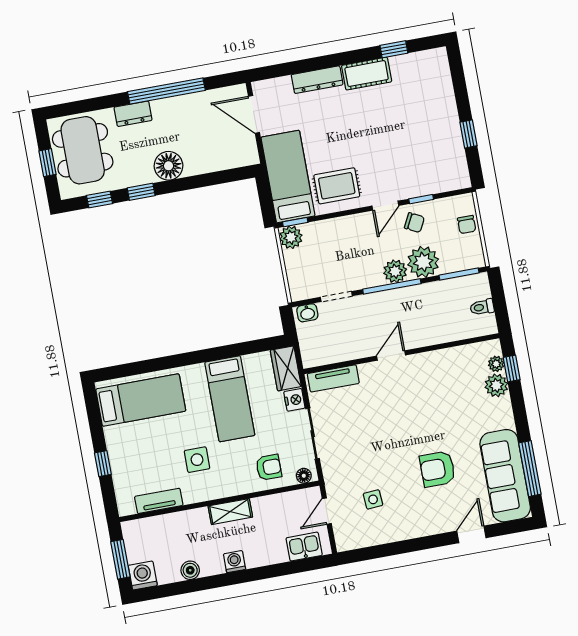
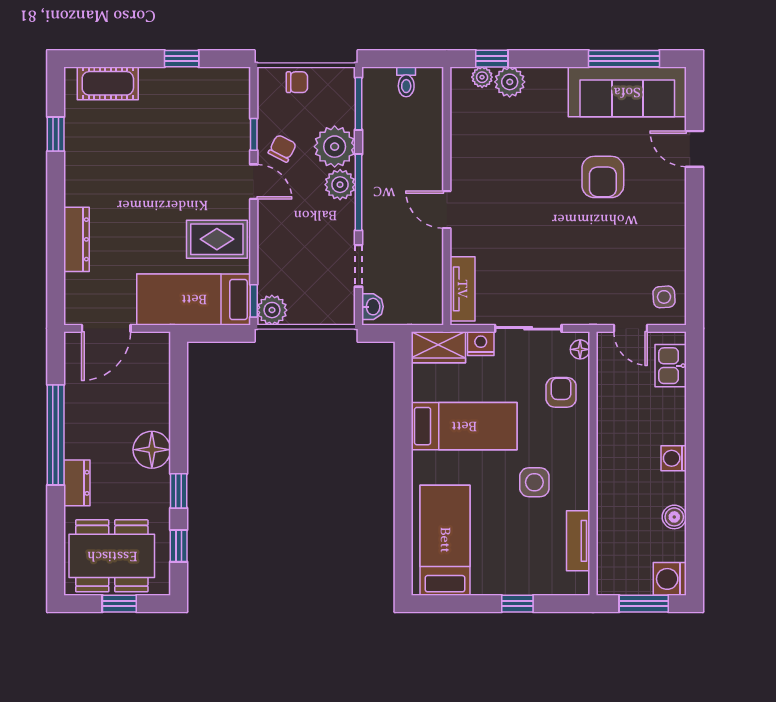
cot: (367, 74) -> (108, 83), moved, turned 90
rug: (337, 186) -> (217, 239), turned 90
side table: (373, 499) -> (664, 297), moved
shelving: (230, 512) -> (609, 452), removed

